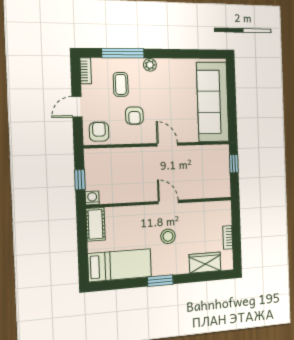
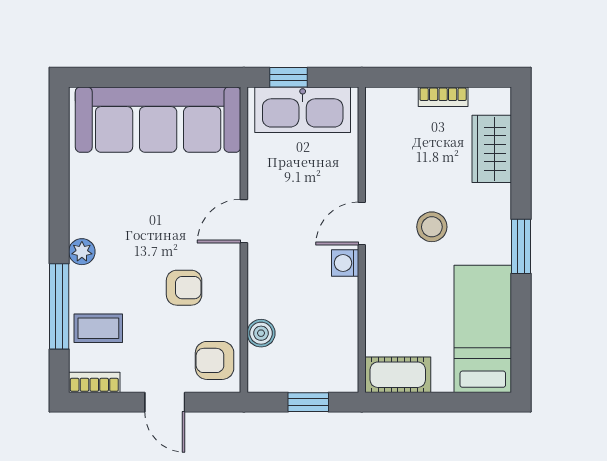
coffee table: (121, 84) -> (98, 328), moved
boiler: (114, 155) -> (261, 333), added
kitchen sink: (220, 171) -> (303, 110), added
washing machine: (92, 198) -> (345, 263), moved

